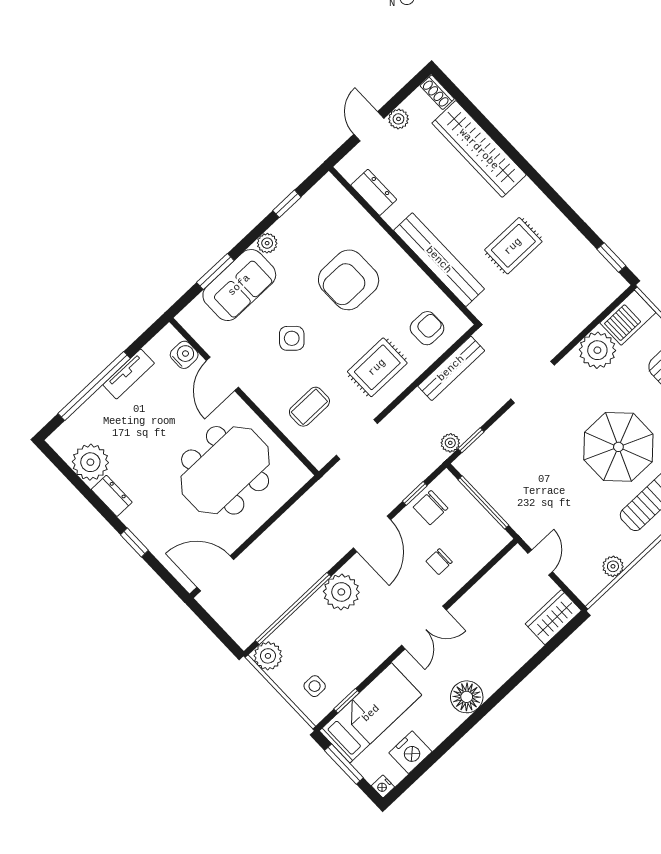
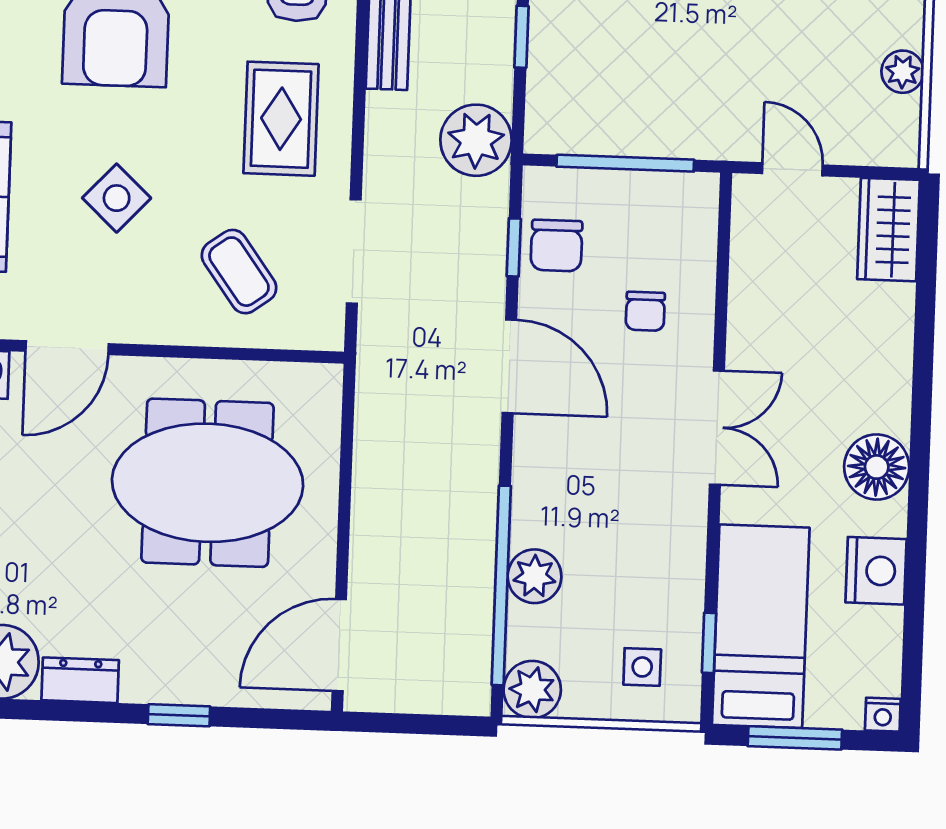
door: (222, 374) -> (67, 348), hinge flipped
coffee table: (309, 407) -> (239, 272), turned -36
window: (471, 440) -> (521, 37), moved
plant: (450, 443) -> (476, 140), width x1.87, depth x1.87
meeting table: (225, 470) -> (208, 483), turned 90
plant: (341, 592) -> (535, 576), moved, width x0.73, depth x0.73
nightstand: (410, 752) -> (876, 571), moved

